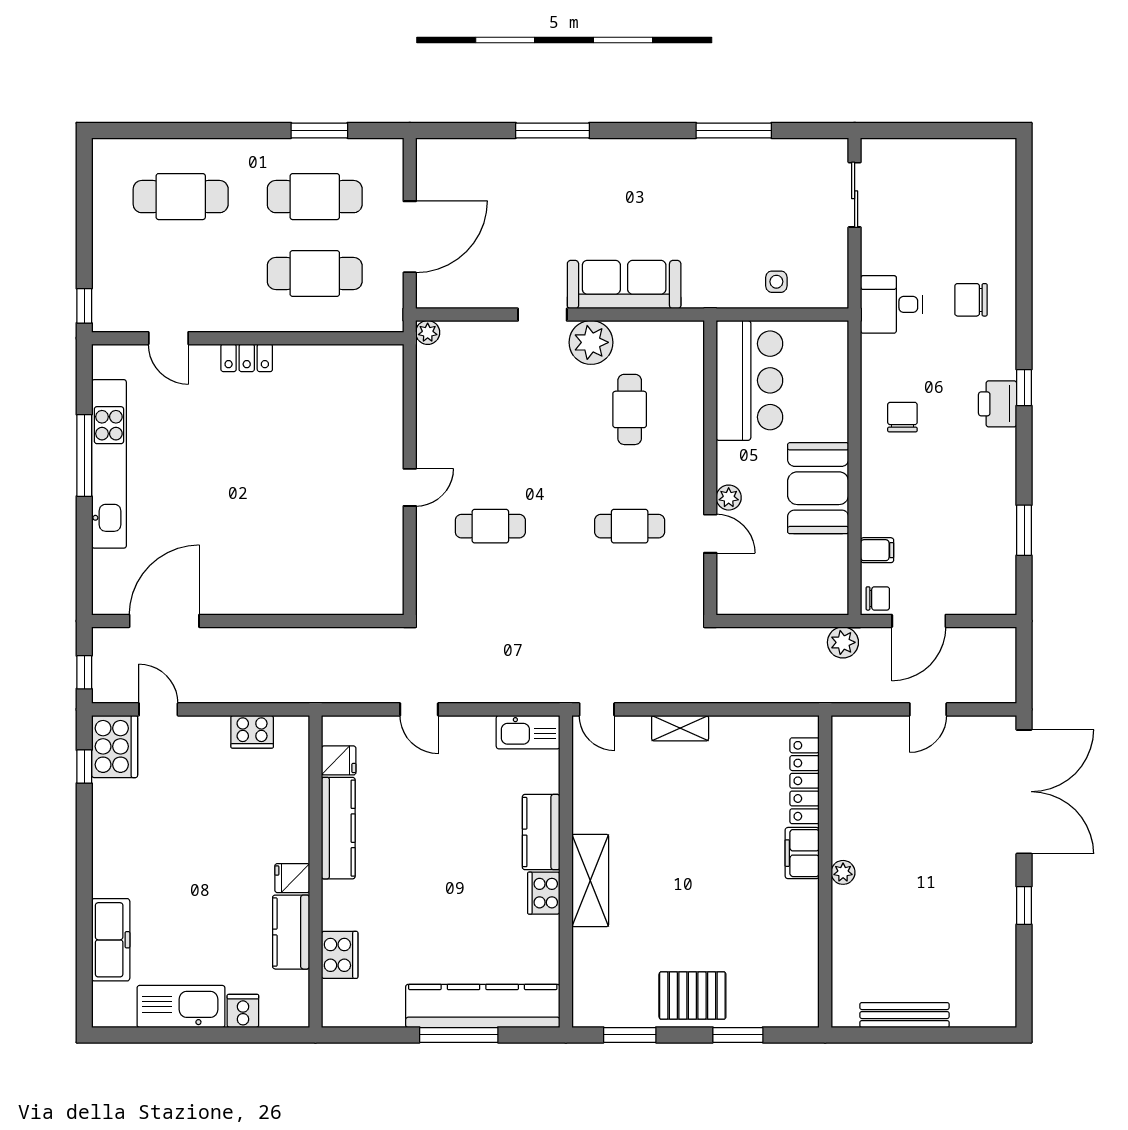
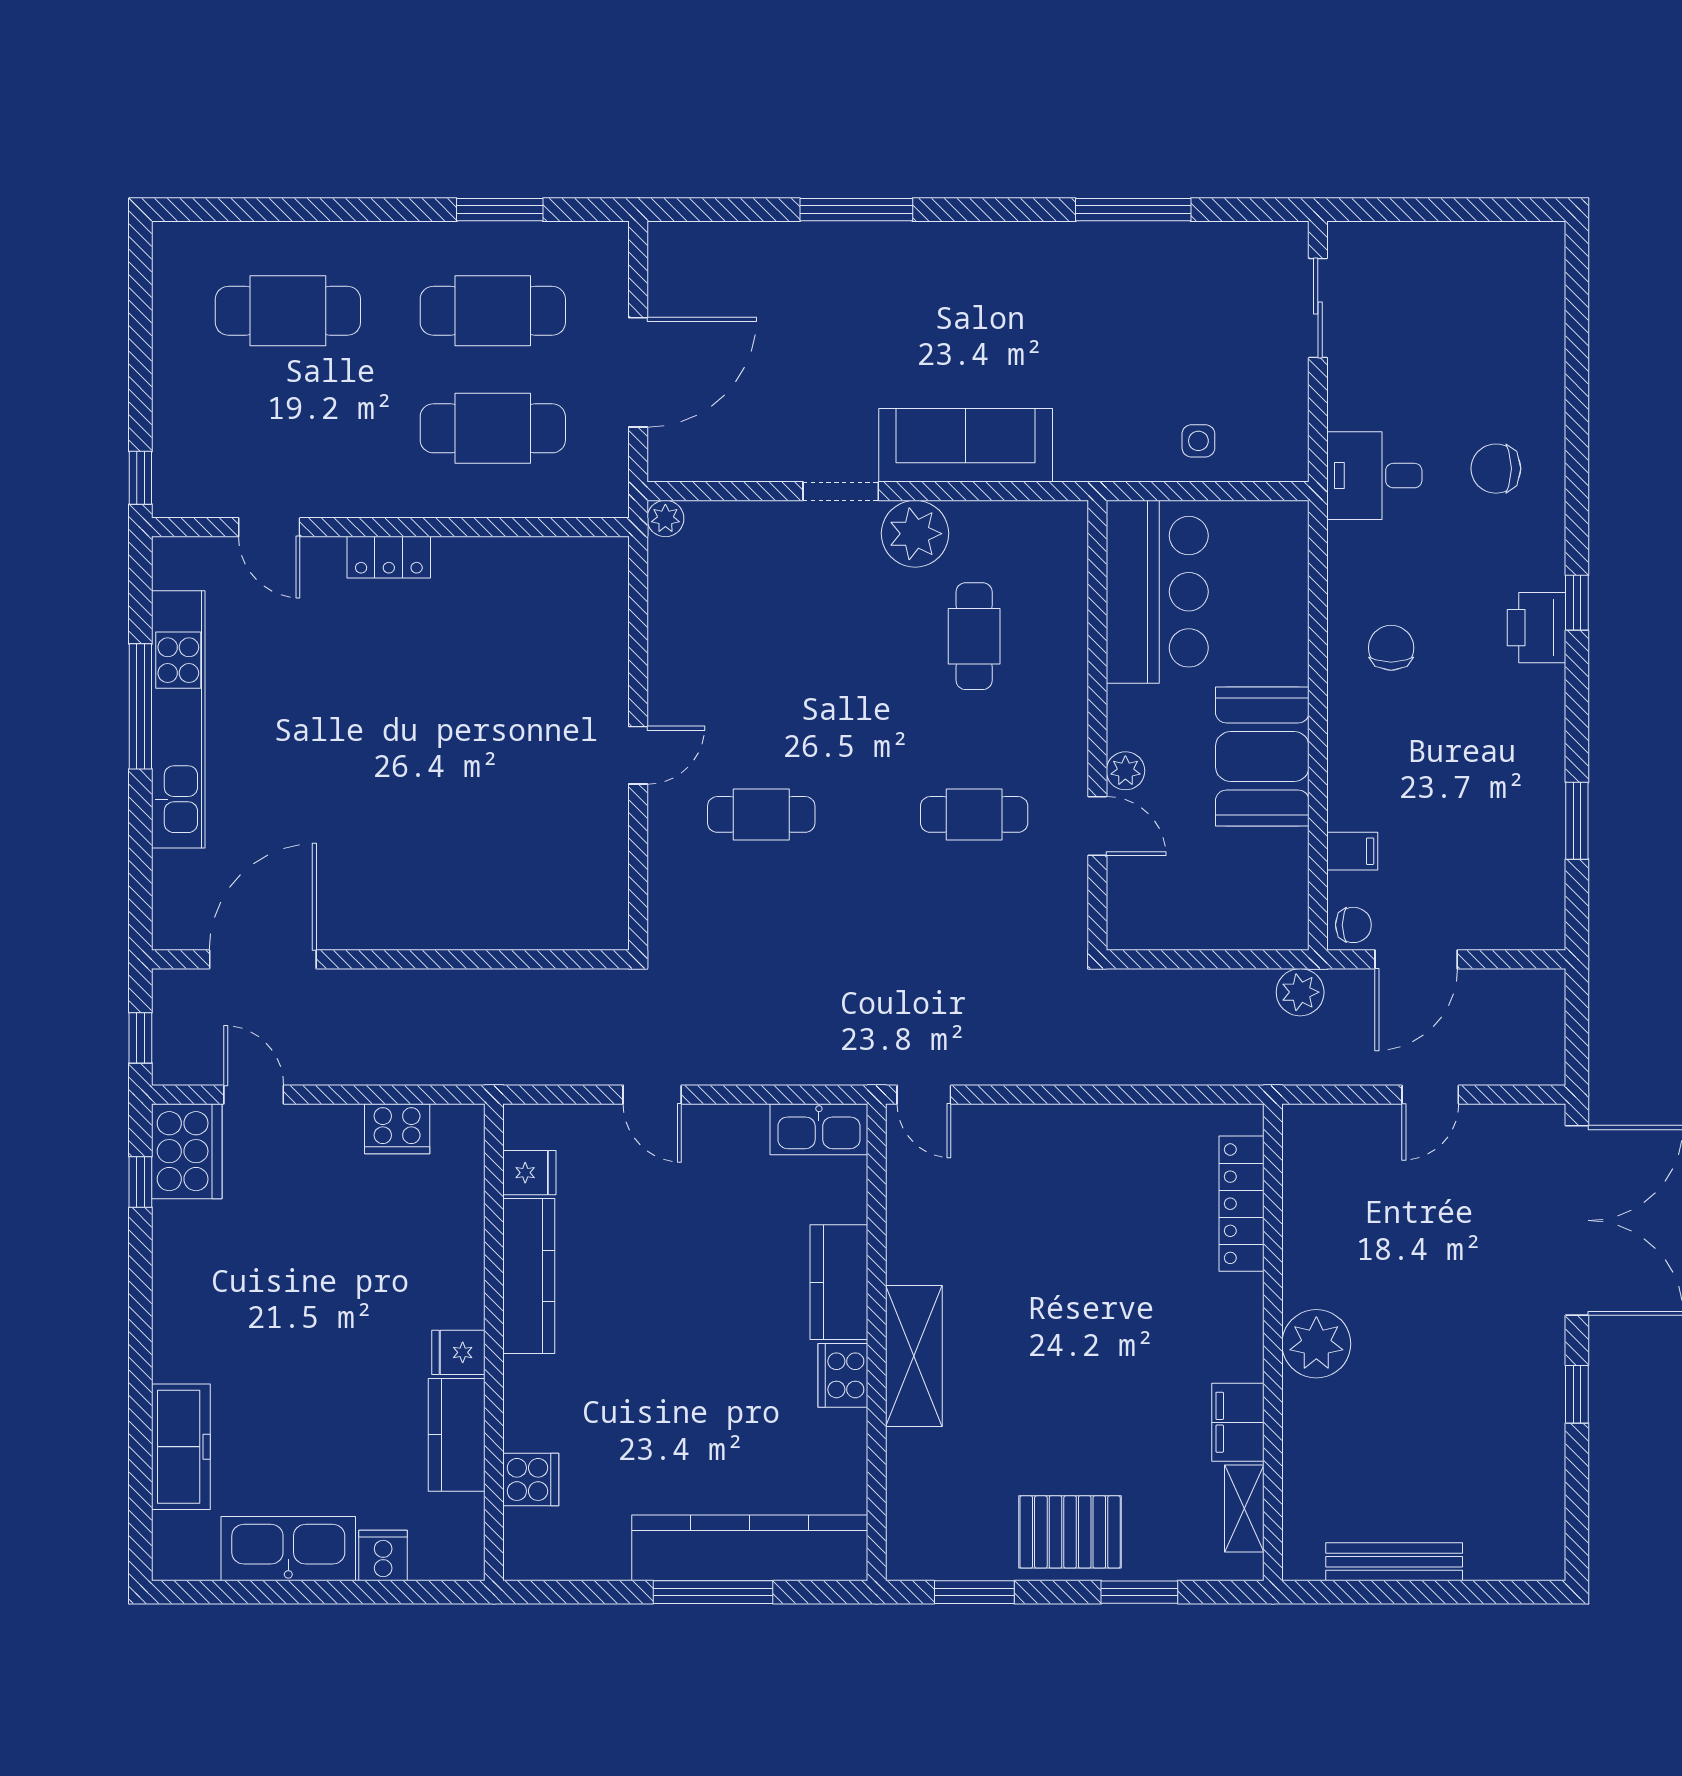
shelving: (680, 728) -> (1244, 1508), moved, turned 90
filing cabinet: (802, 853) -> (1238, 1422), moved
plant: (843, 872) -> (1316, 1344), width x1.87, depth x1.87
cooker: (340, 955) -> (531, 1479), width x0.73

